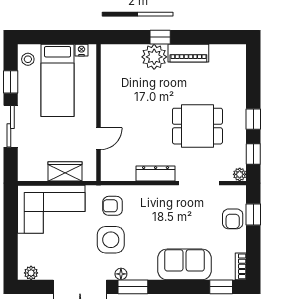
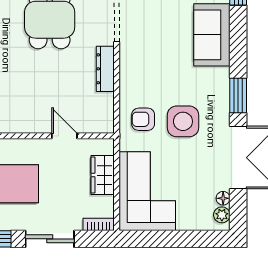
bookcase: (23, 168) -> (99, 224), added
armchair: (113, 206) -> (143, 119), turned 90
floor lamp: (121, 274) -> (223, 198), moved

